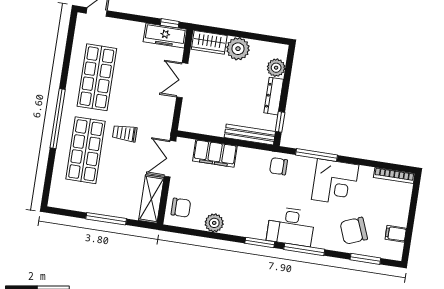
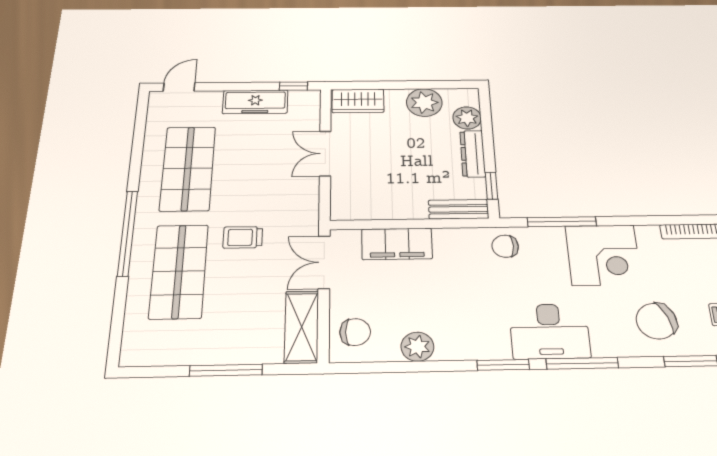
freezer: (165, 35) -> (255, 102), moved
plant: (238, 49) -> (424, 103), moved
bench: (250, 135) -> (459, 209), width x0.73

